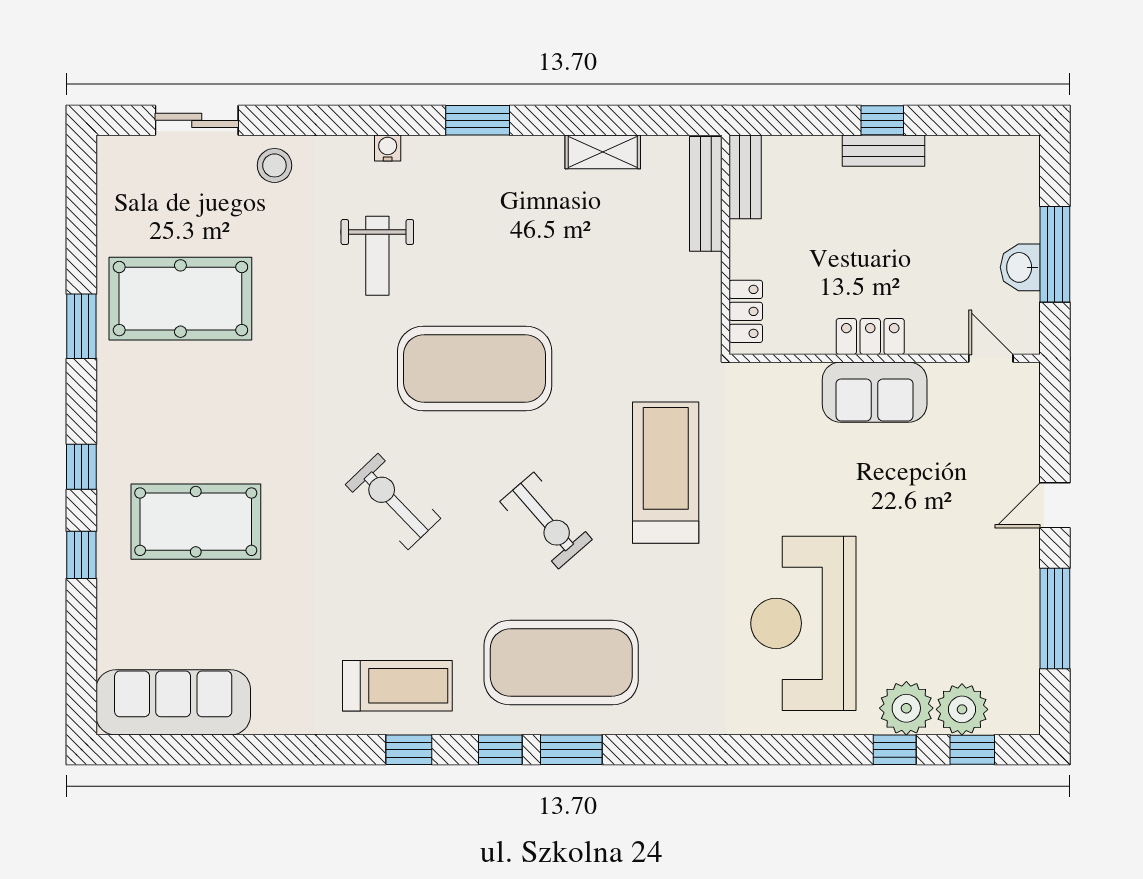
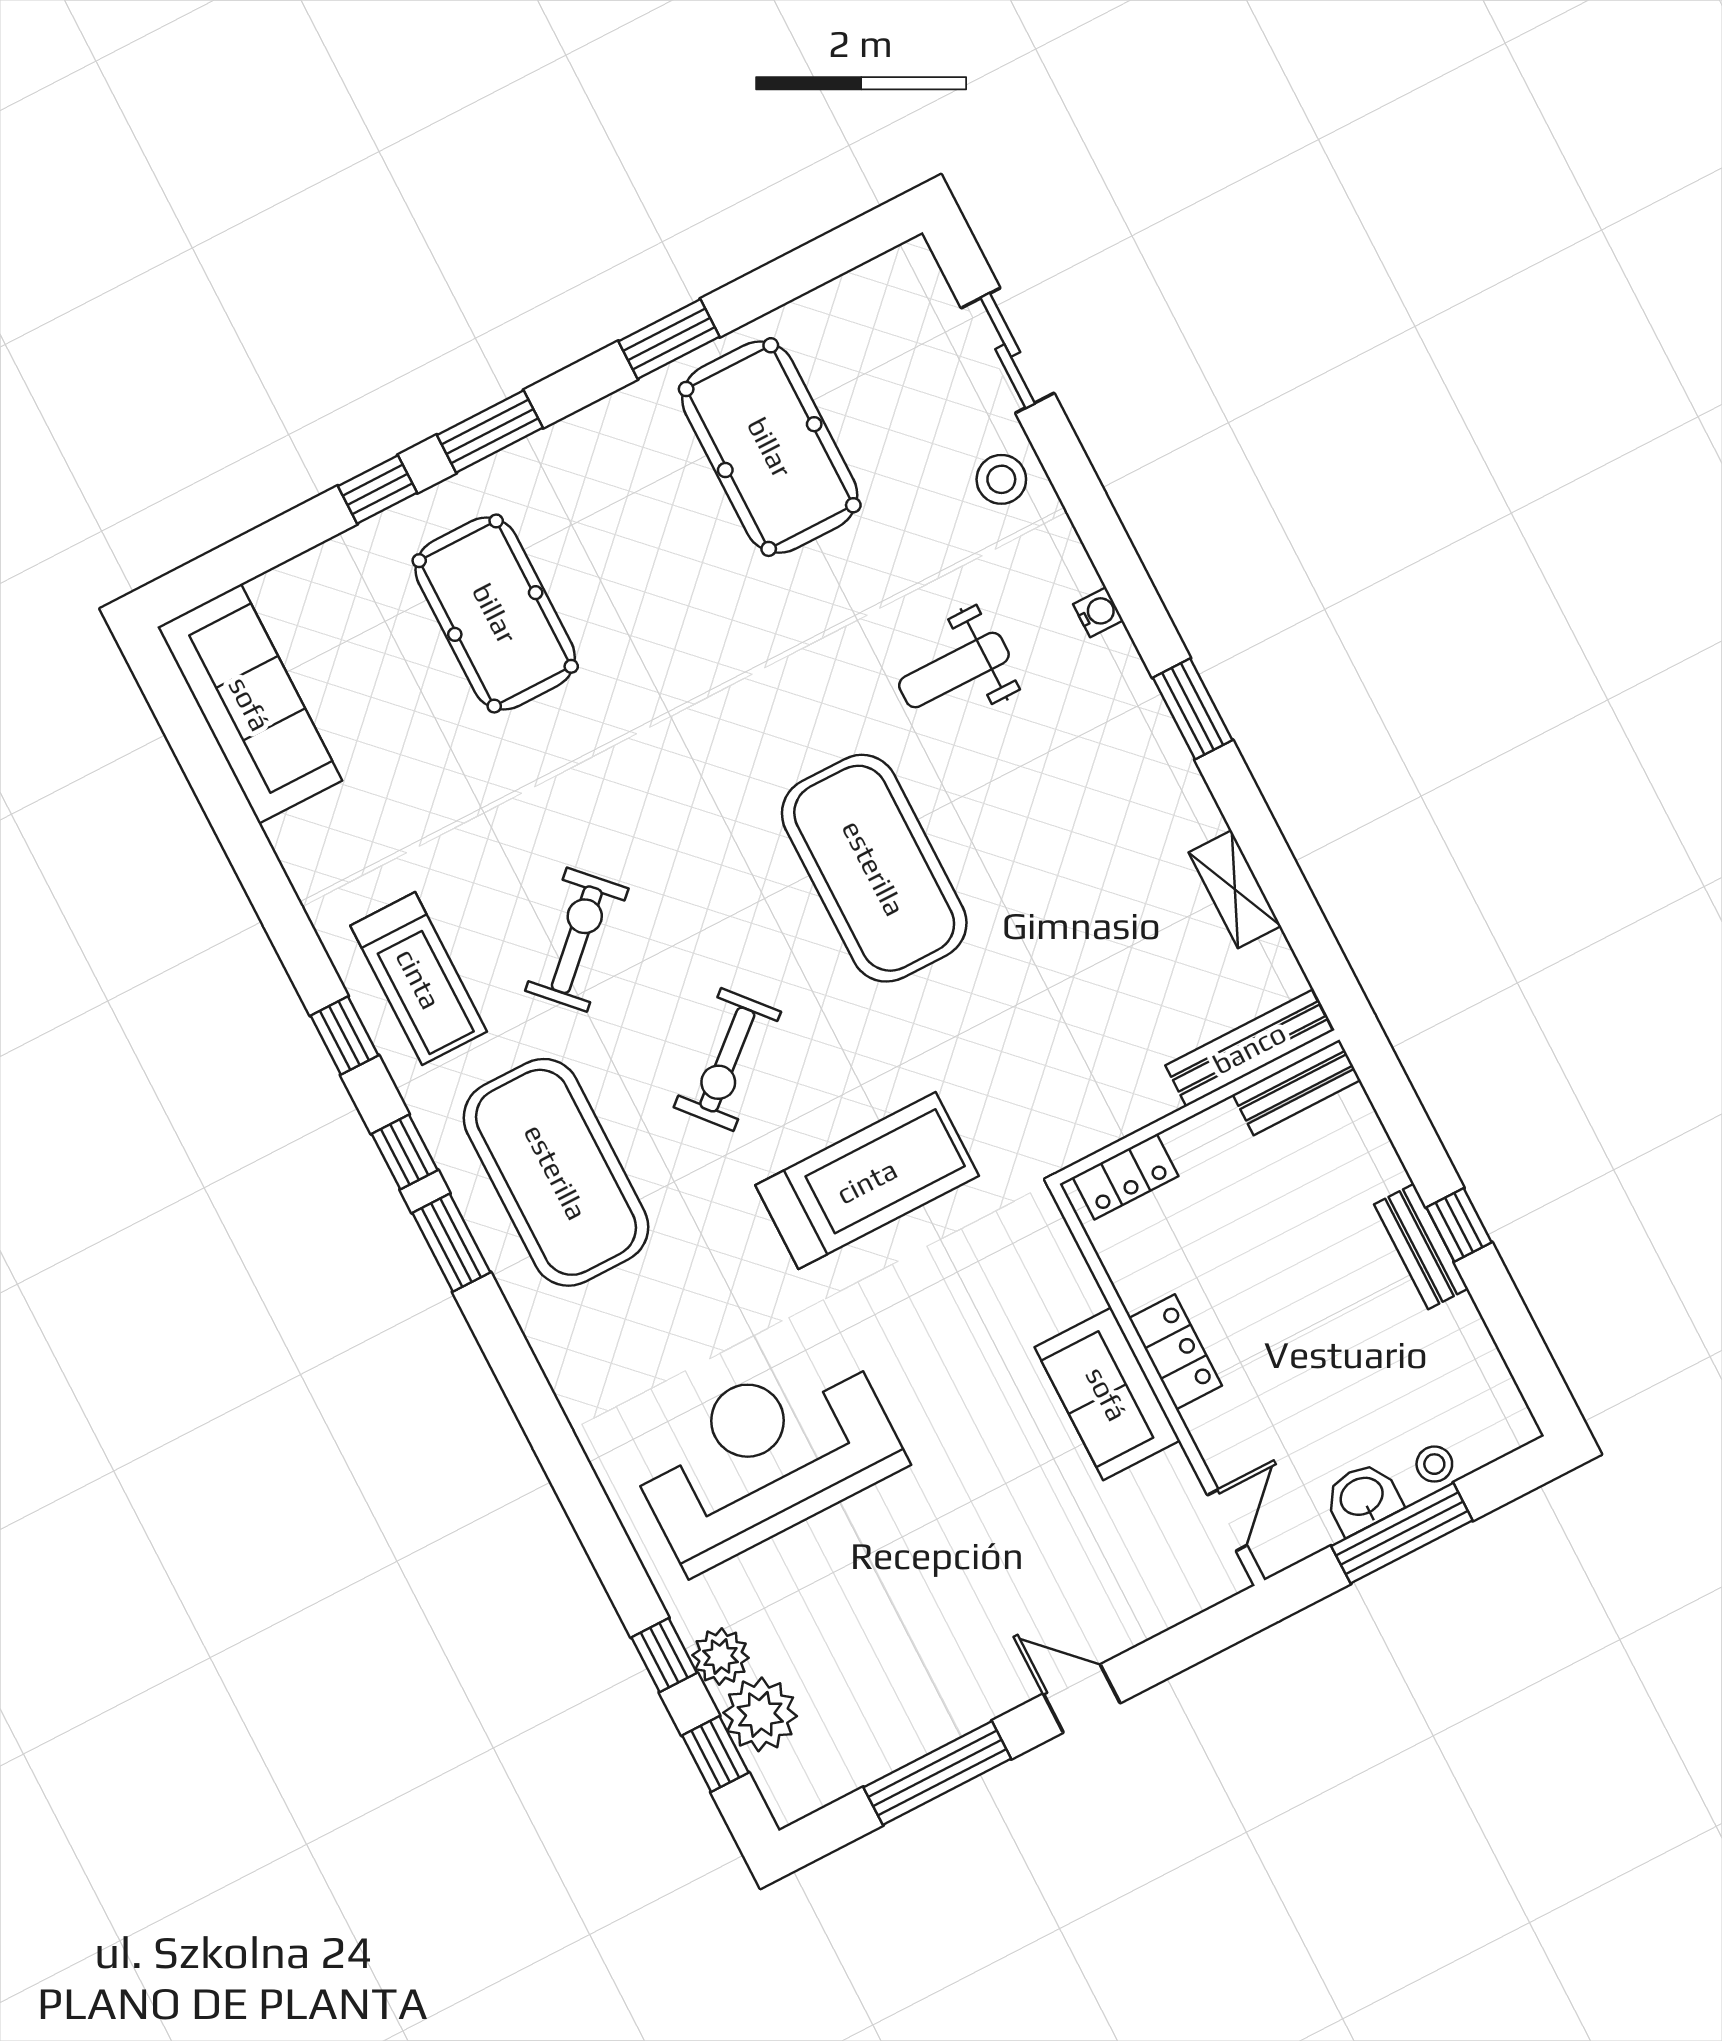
stool: (1022, 212) -> (1434, 1464), added
window: (81, 467) -> (490, 431), width x1.50
exercise bike: (393, 501) -> (577, 940), moved
plant: (906, 708) -> (721, 1656), width x0.73, depth x0.73

